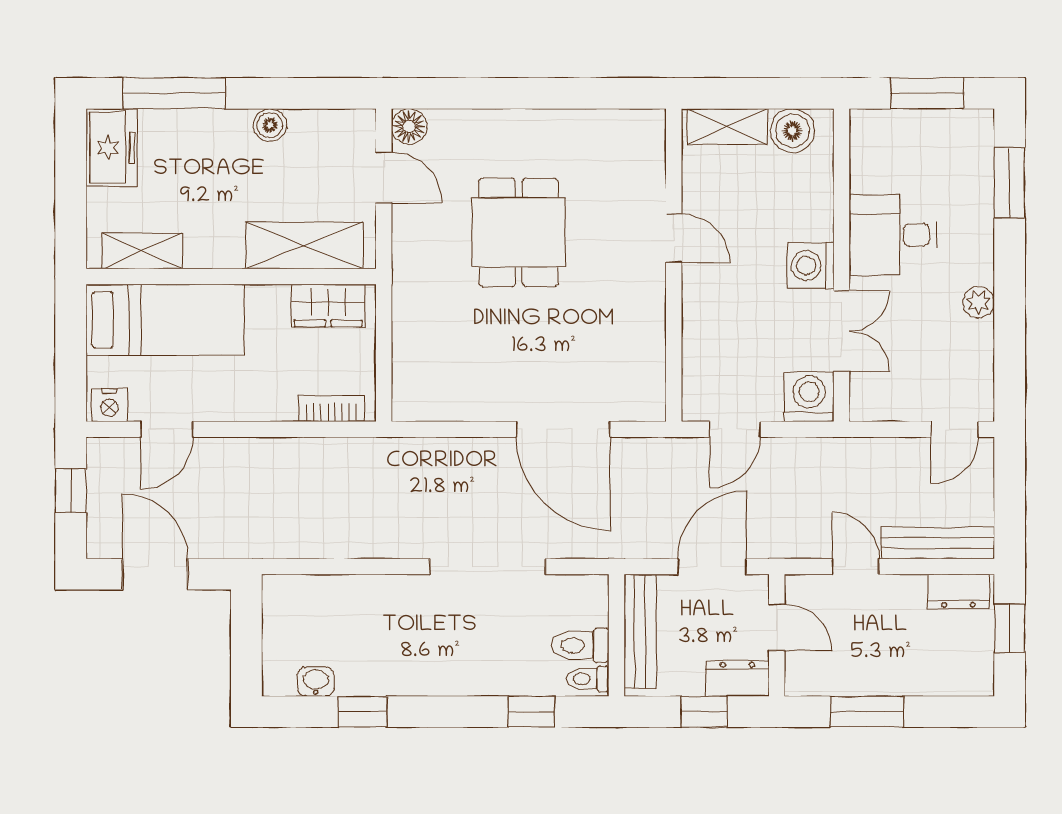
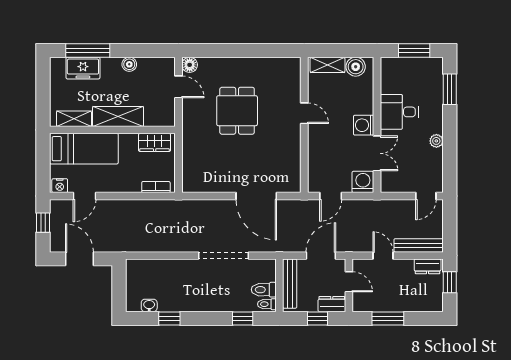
freezer: (111, 148) -> (83, 68), moved, turned 90
shelving: (304, 246) -> (118, 116), moved

